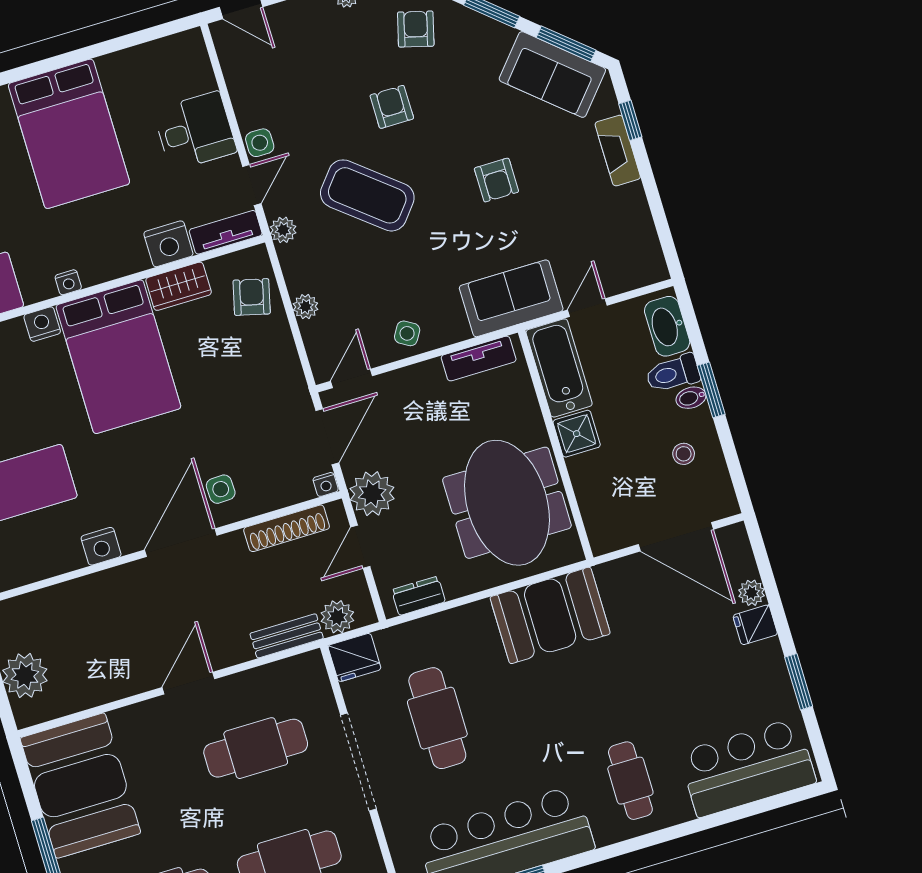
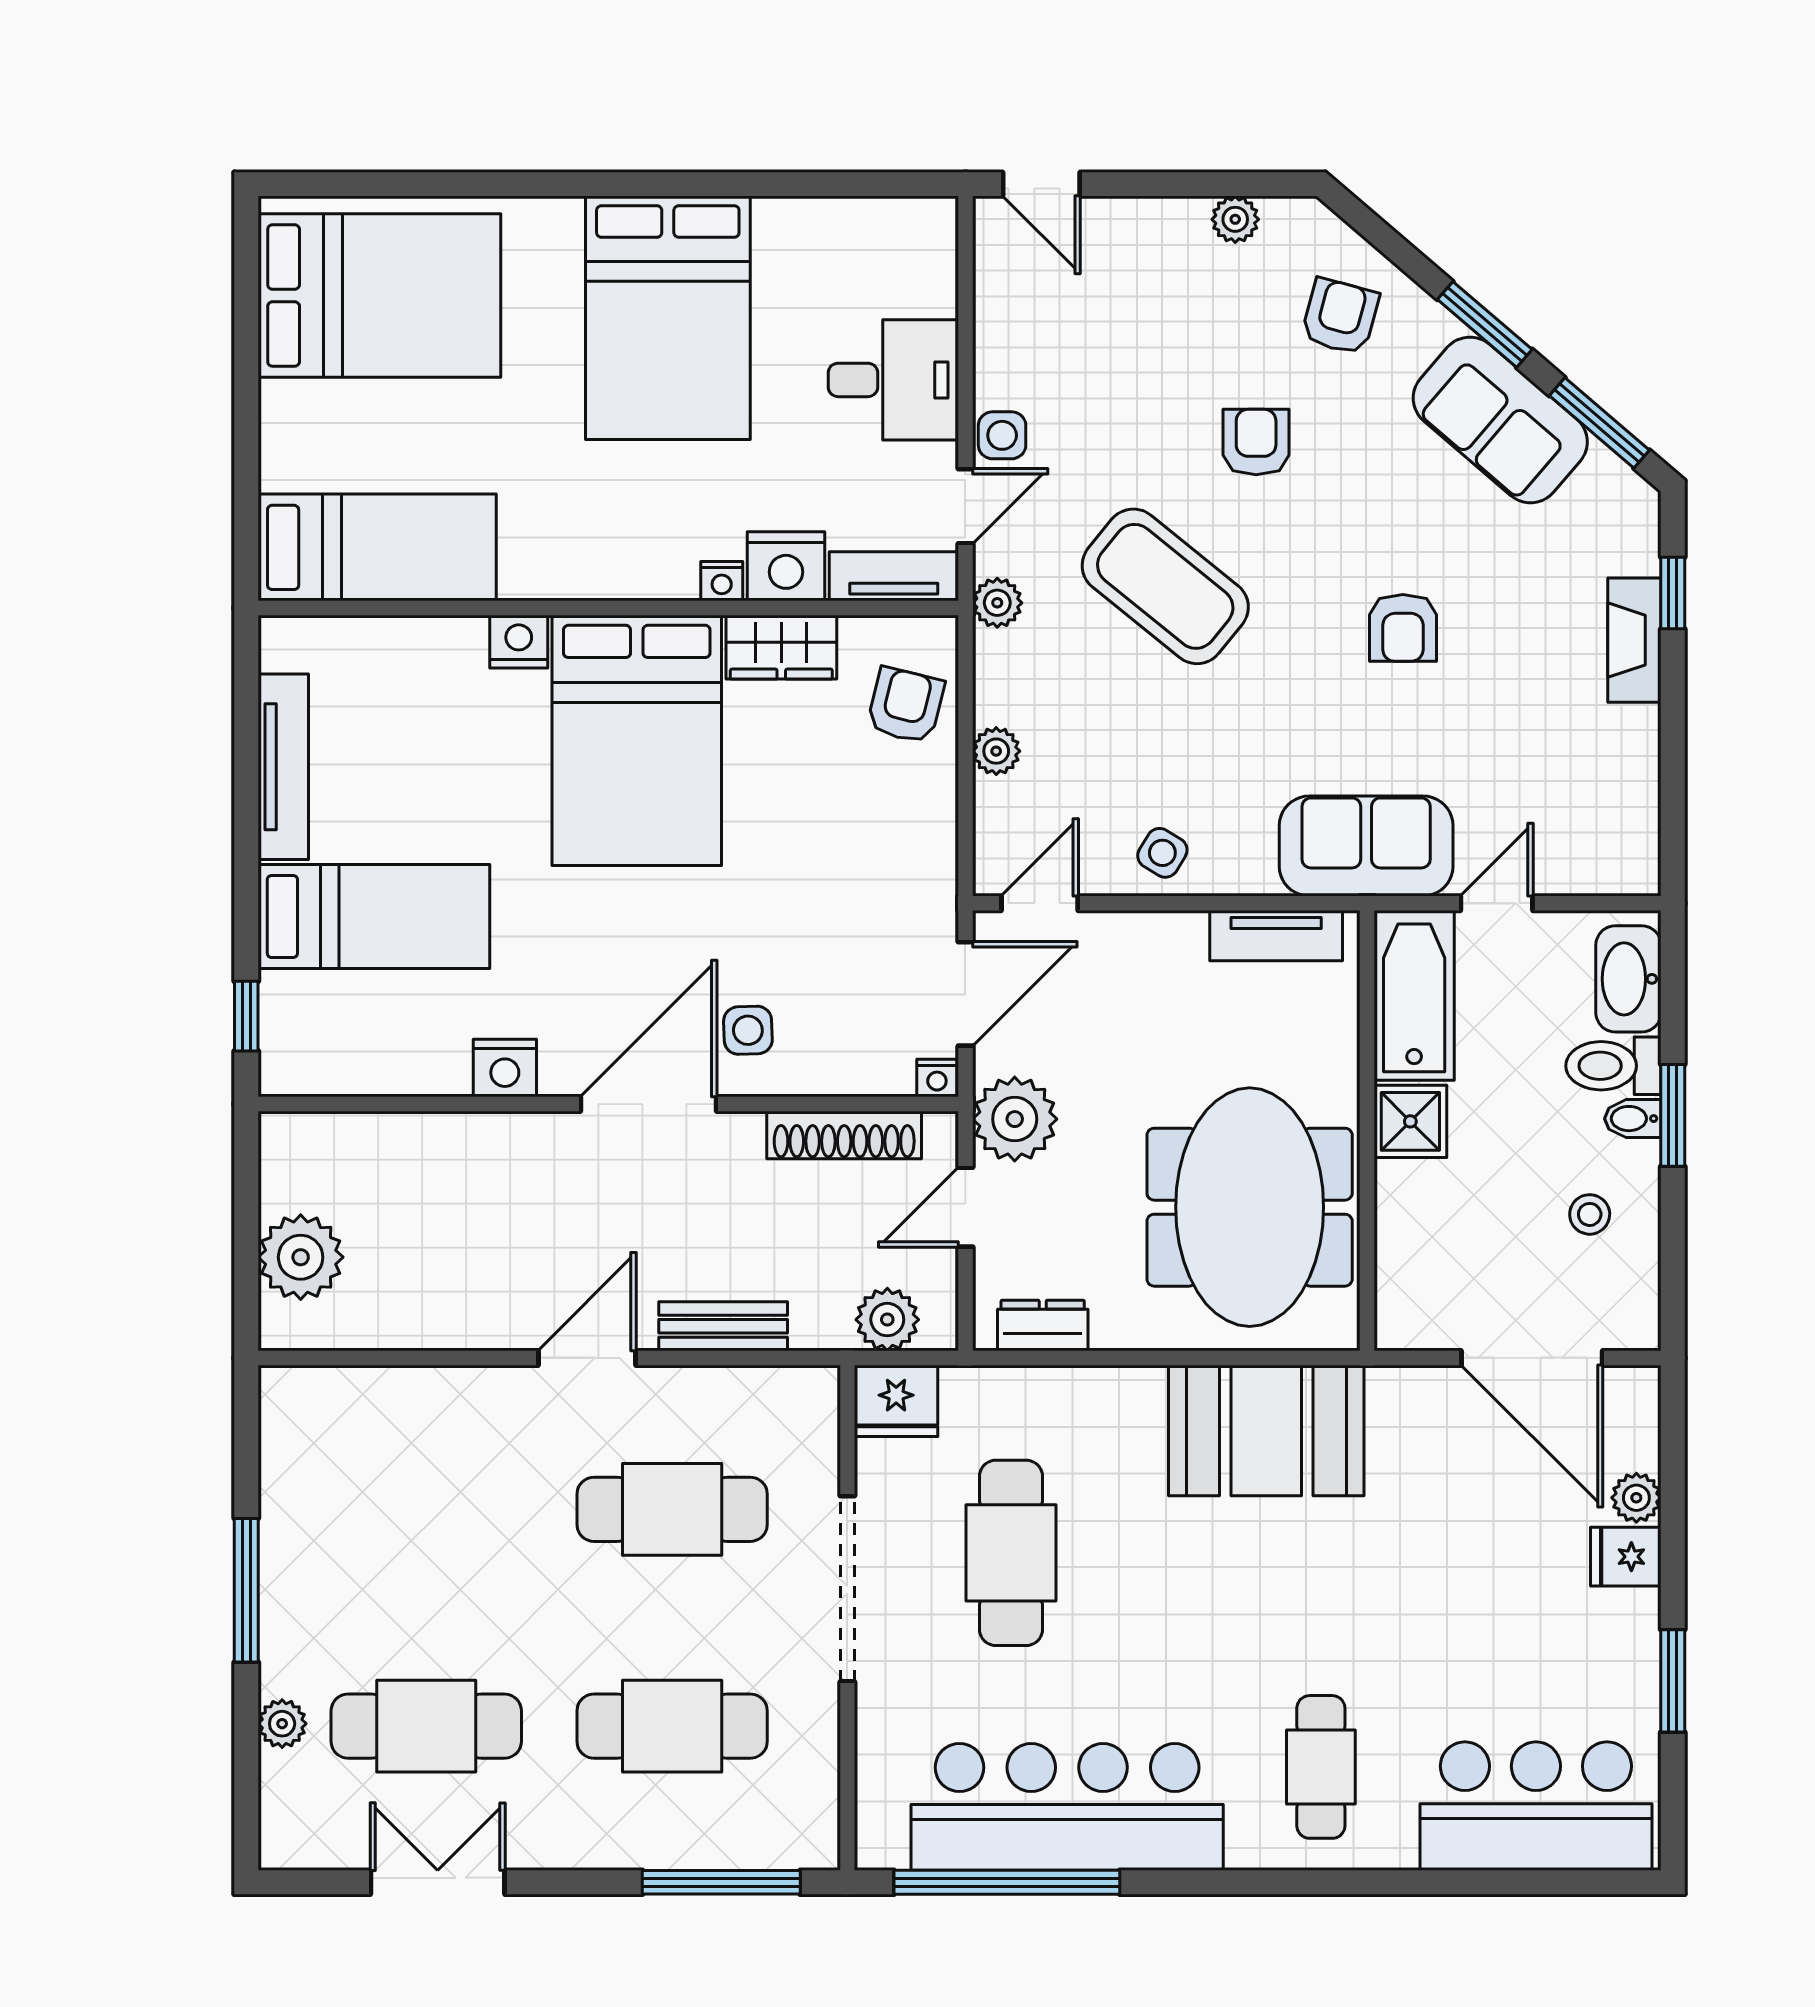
sofa: (552, 75) -> (1500, 420), moved
nightstand: (68, 282) -> (722, 581), moved
bench: (287, 636) -> (723, 1326), moved
booth: (80, 786) -> (341, 1483), removed

